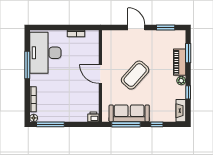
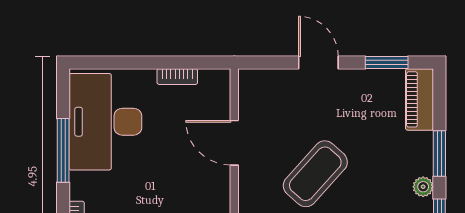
window: (188, 53) -> (439, 154), moved
piano: (180, 62) -> (419, 99), moved
door: (100, 74) -> (234, 143), moved

